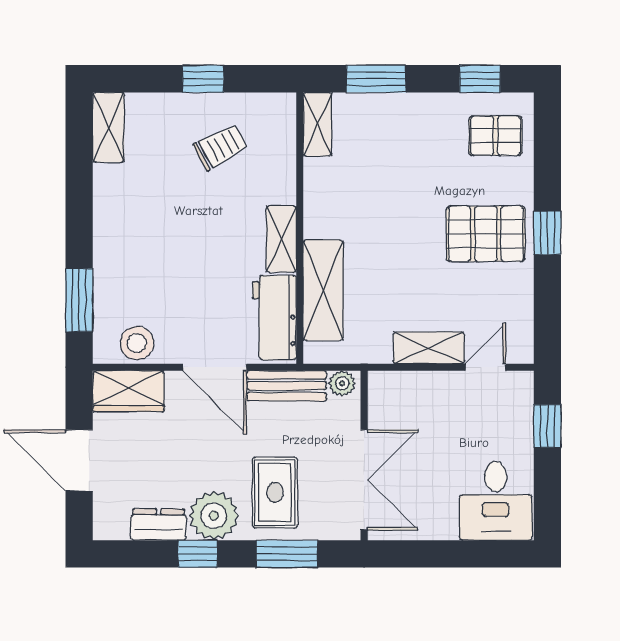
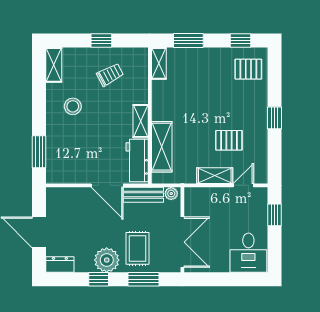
pallet: (486, 234) -> (229, 140), moved, width x0.67, depth x0.71
stool: (137, 343) -> (73, 106), moved
wardrobe: (129, 391) -> (64, 197), removed
dresser: (159, 525) -> (60, 265), moved

